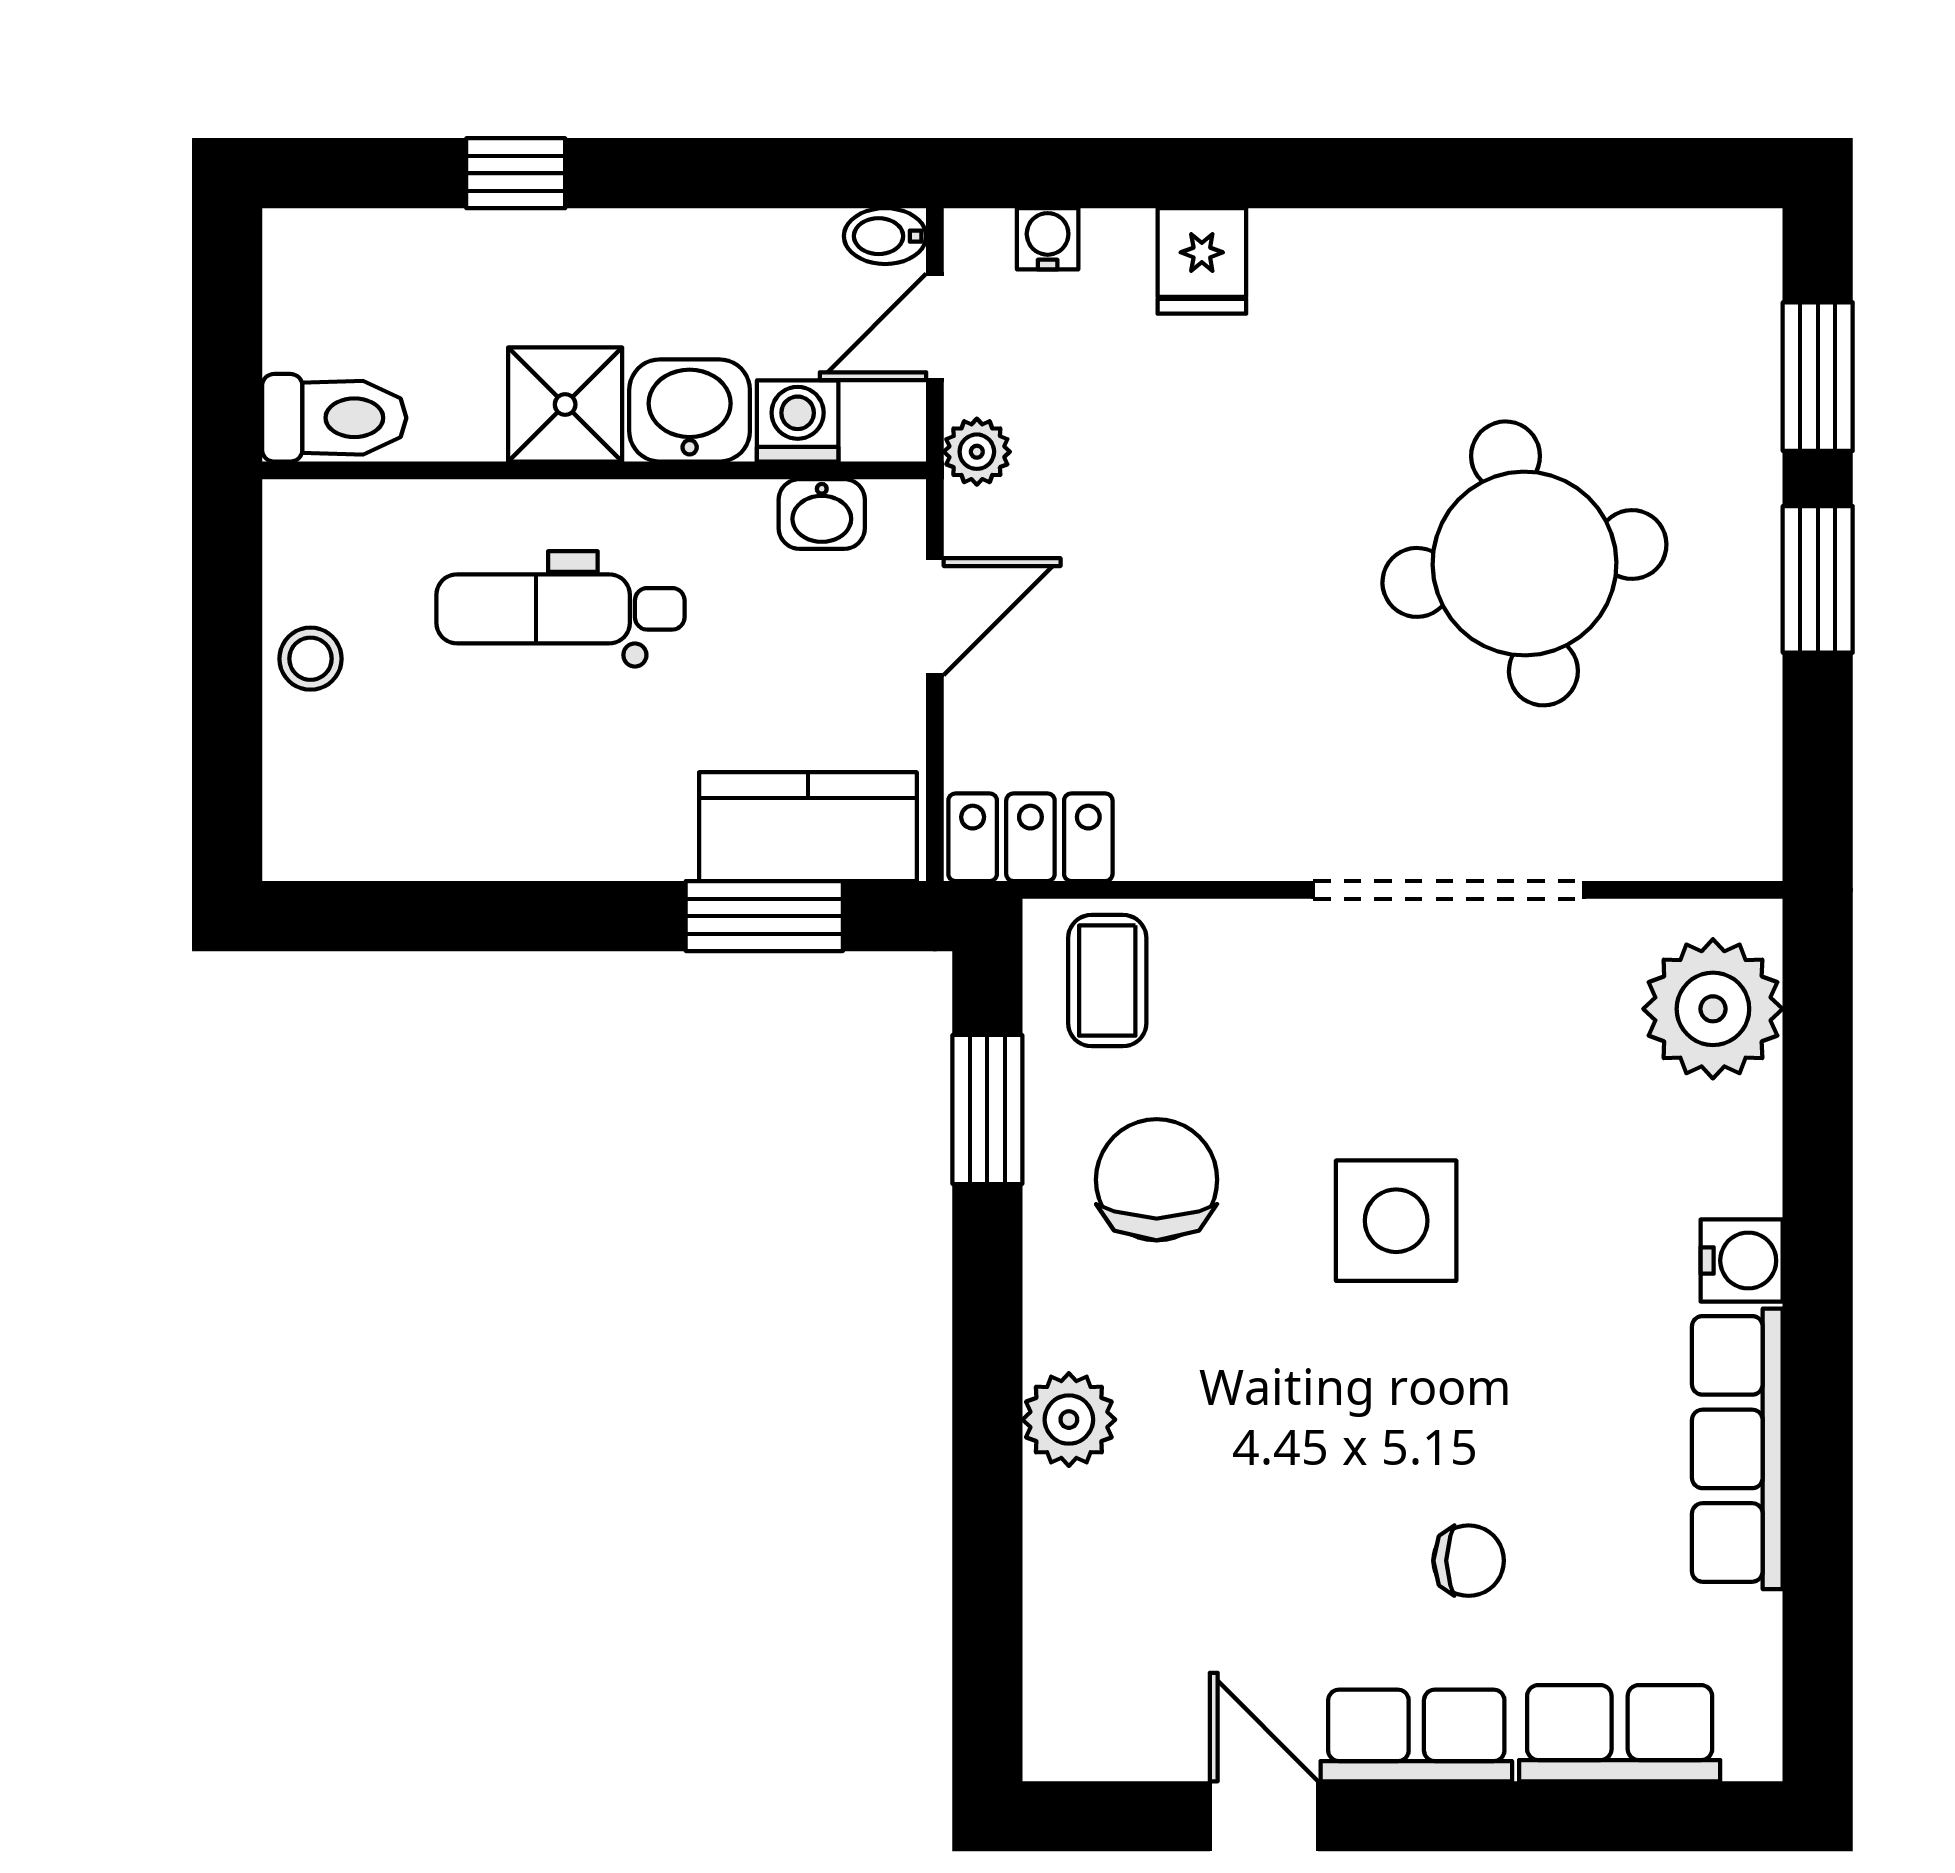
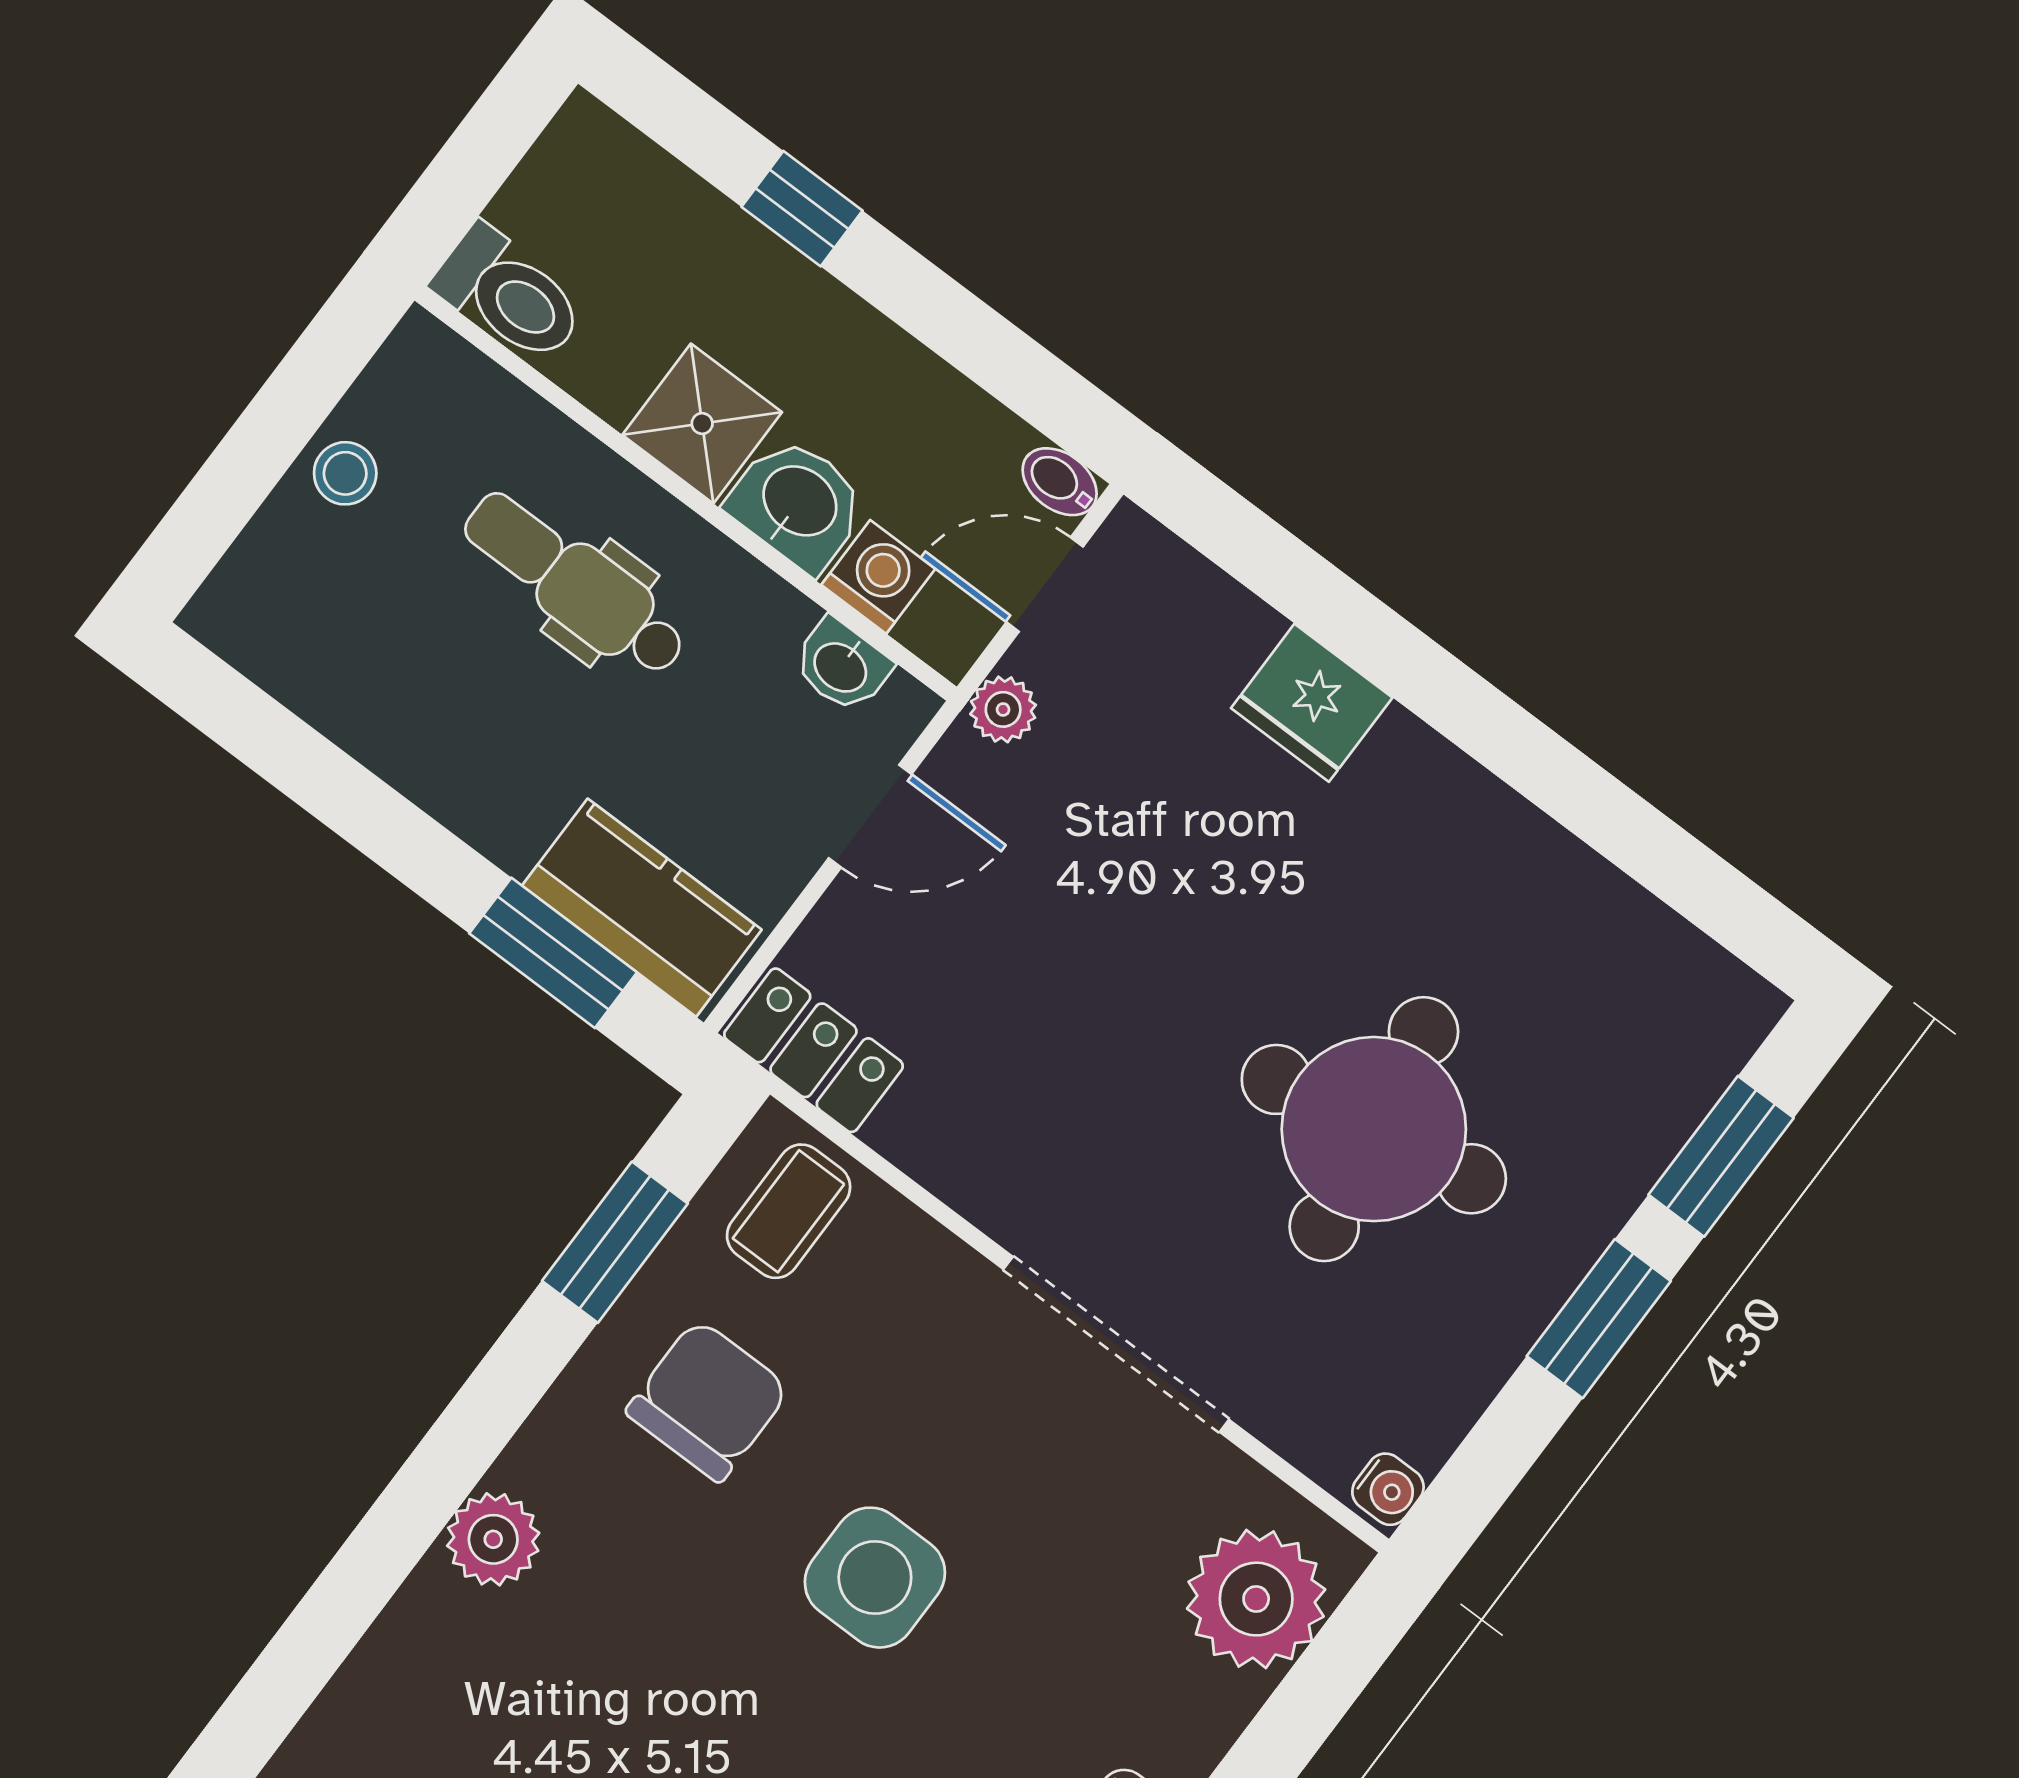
water cooler: (1048, 239) -> (1388, 1489), moved, turned 90
fridge: (1202, 261) -> (1312, 703), width x1.38

